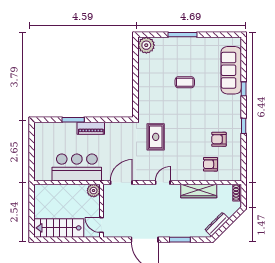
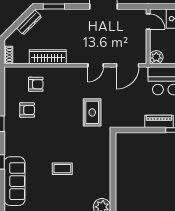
door: (163, 183) -> (96, 65), moved
window: (180, 240) -> (54, 7), moved

